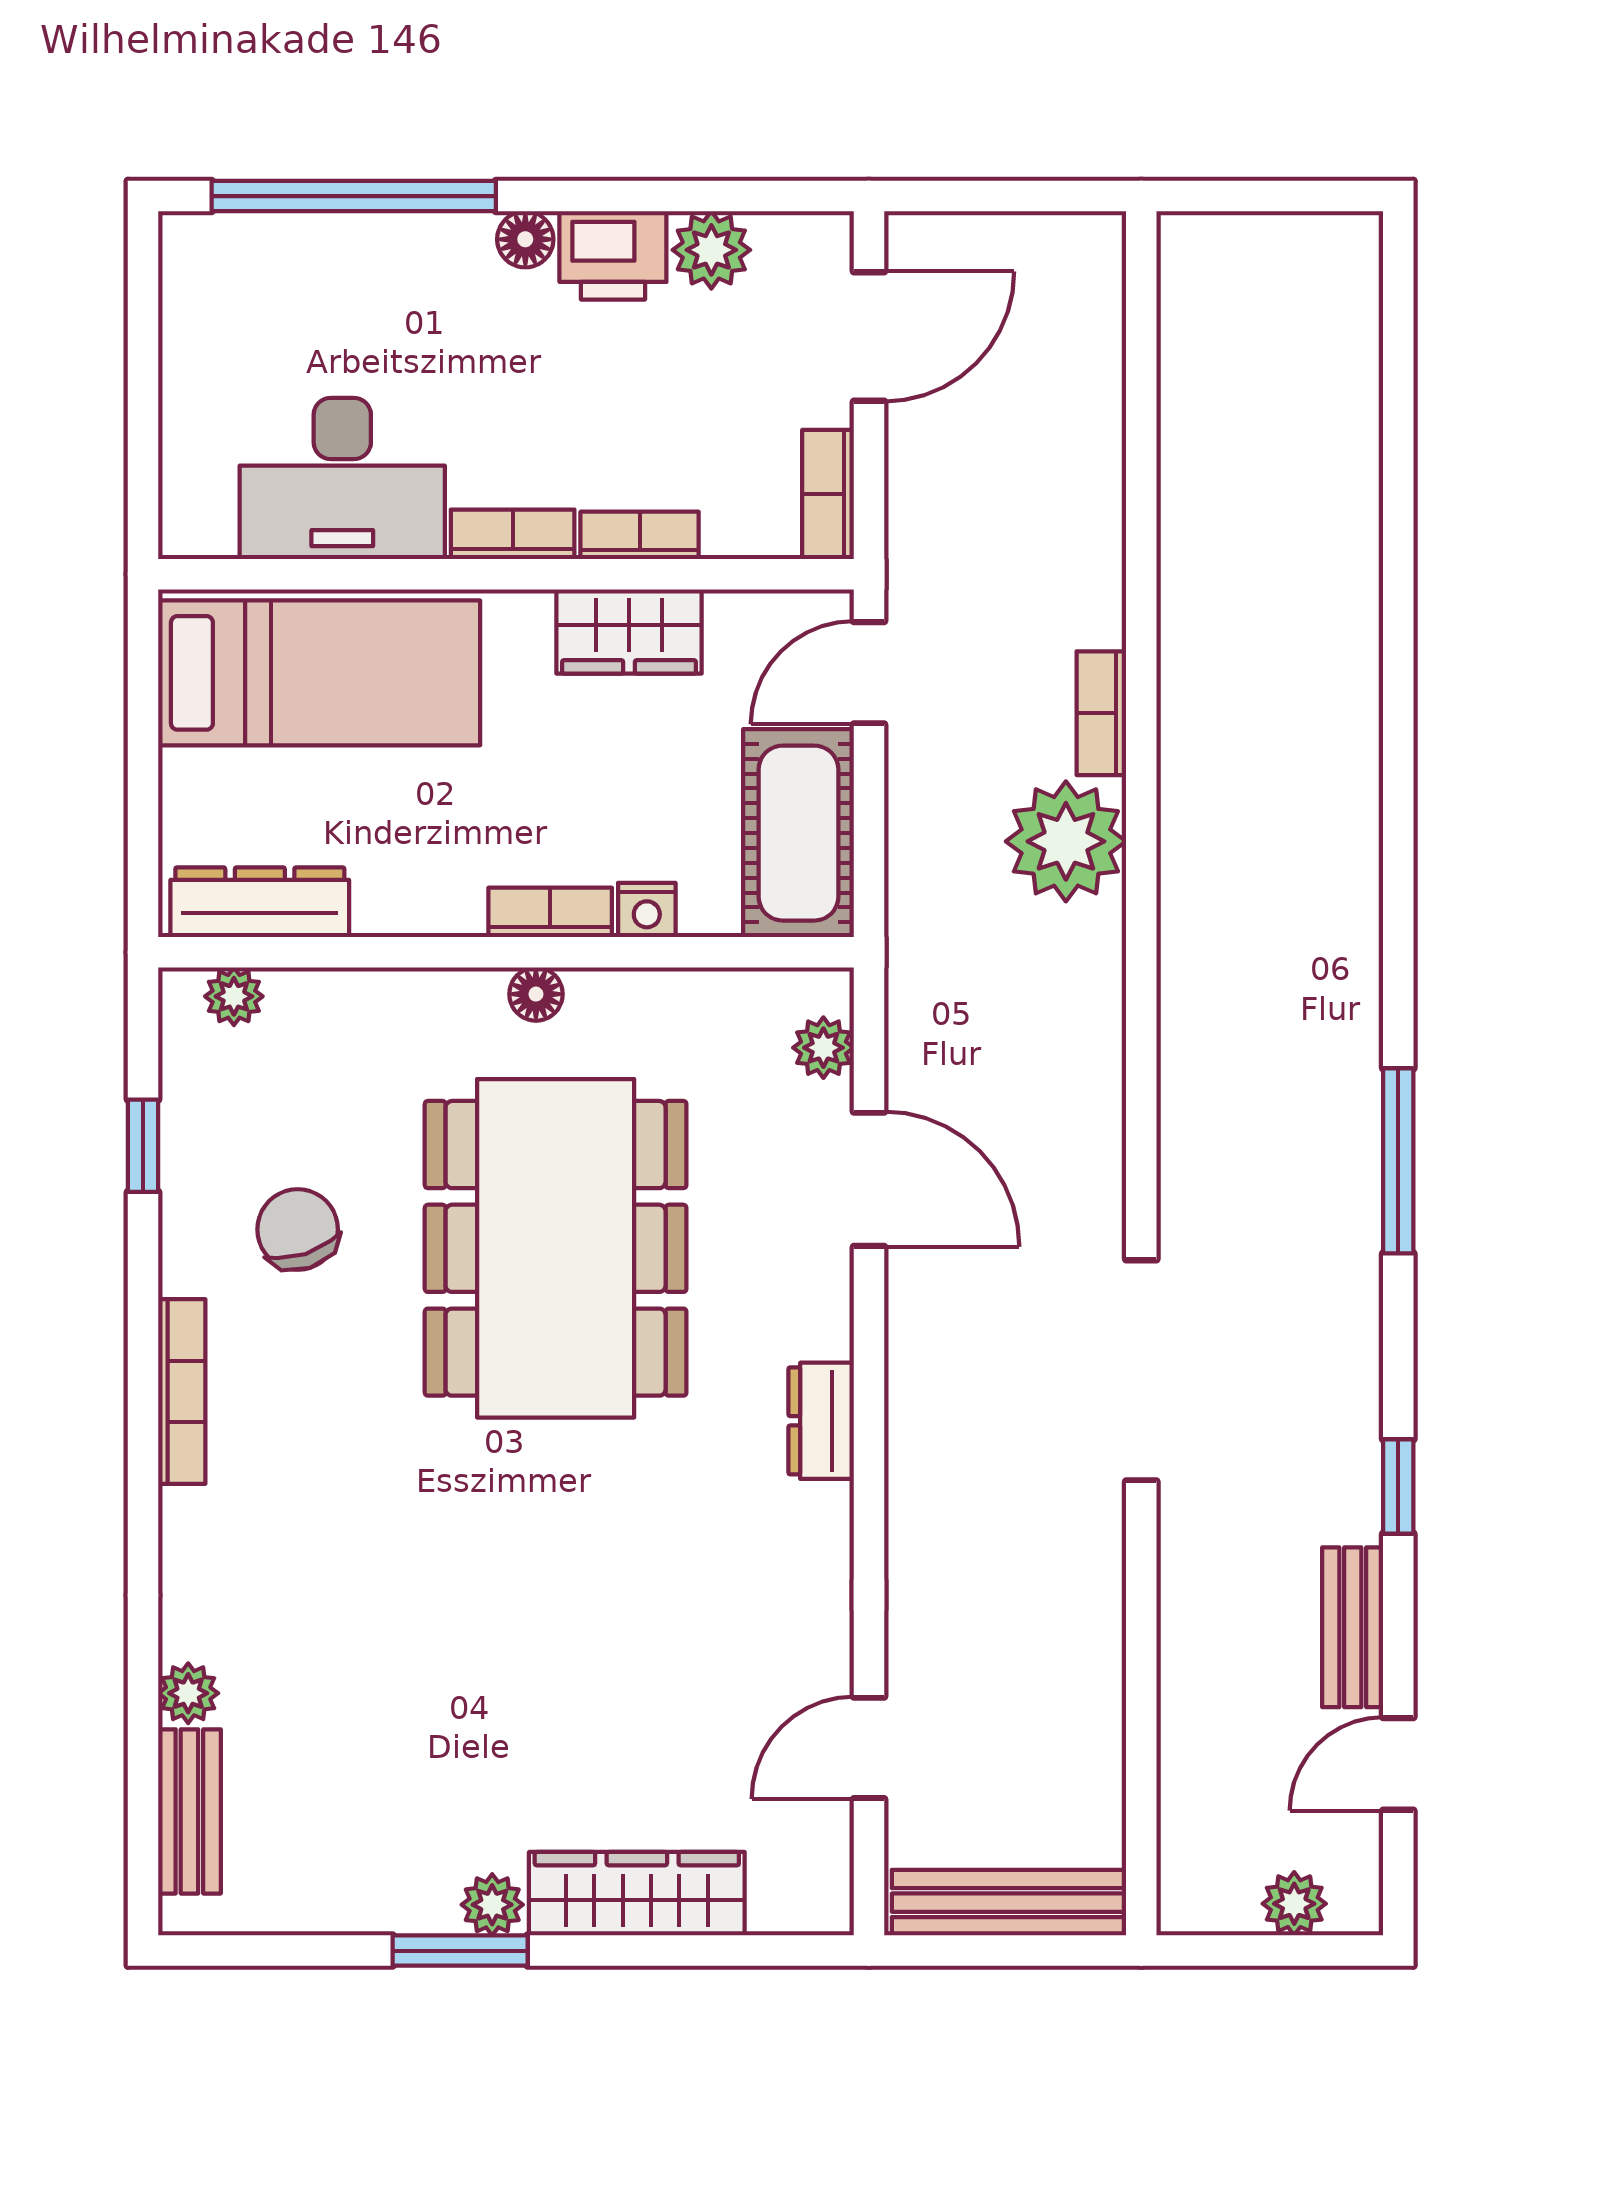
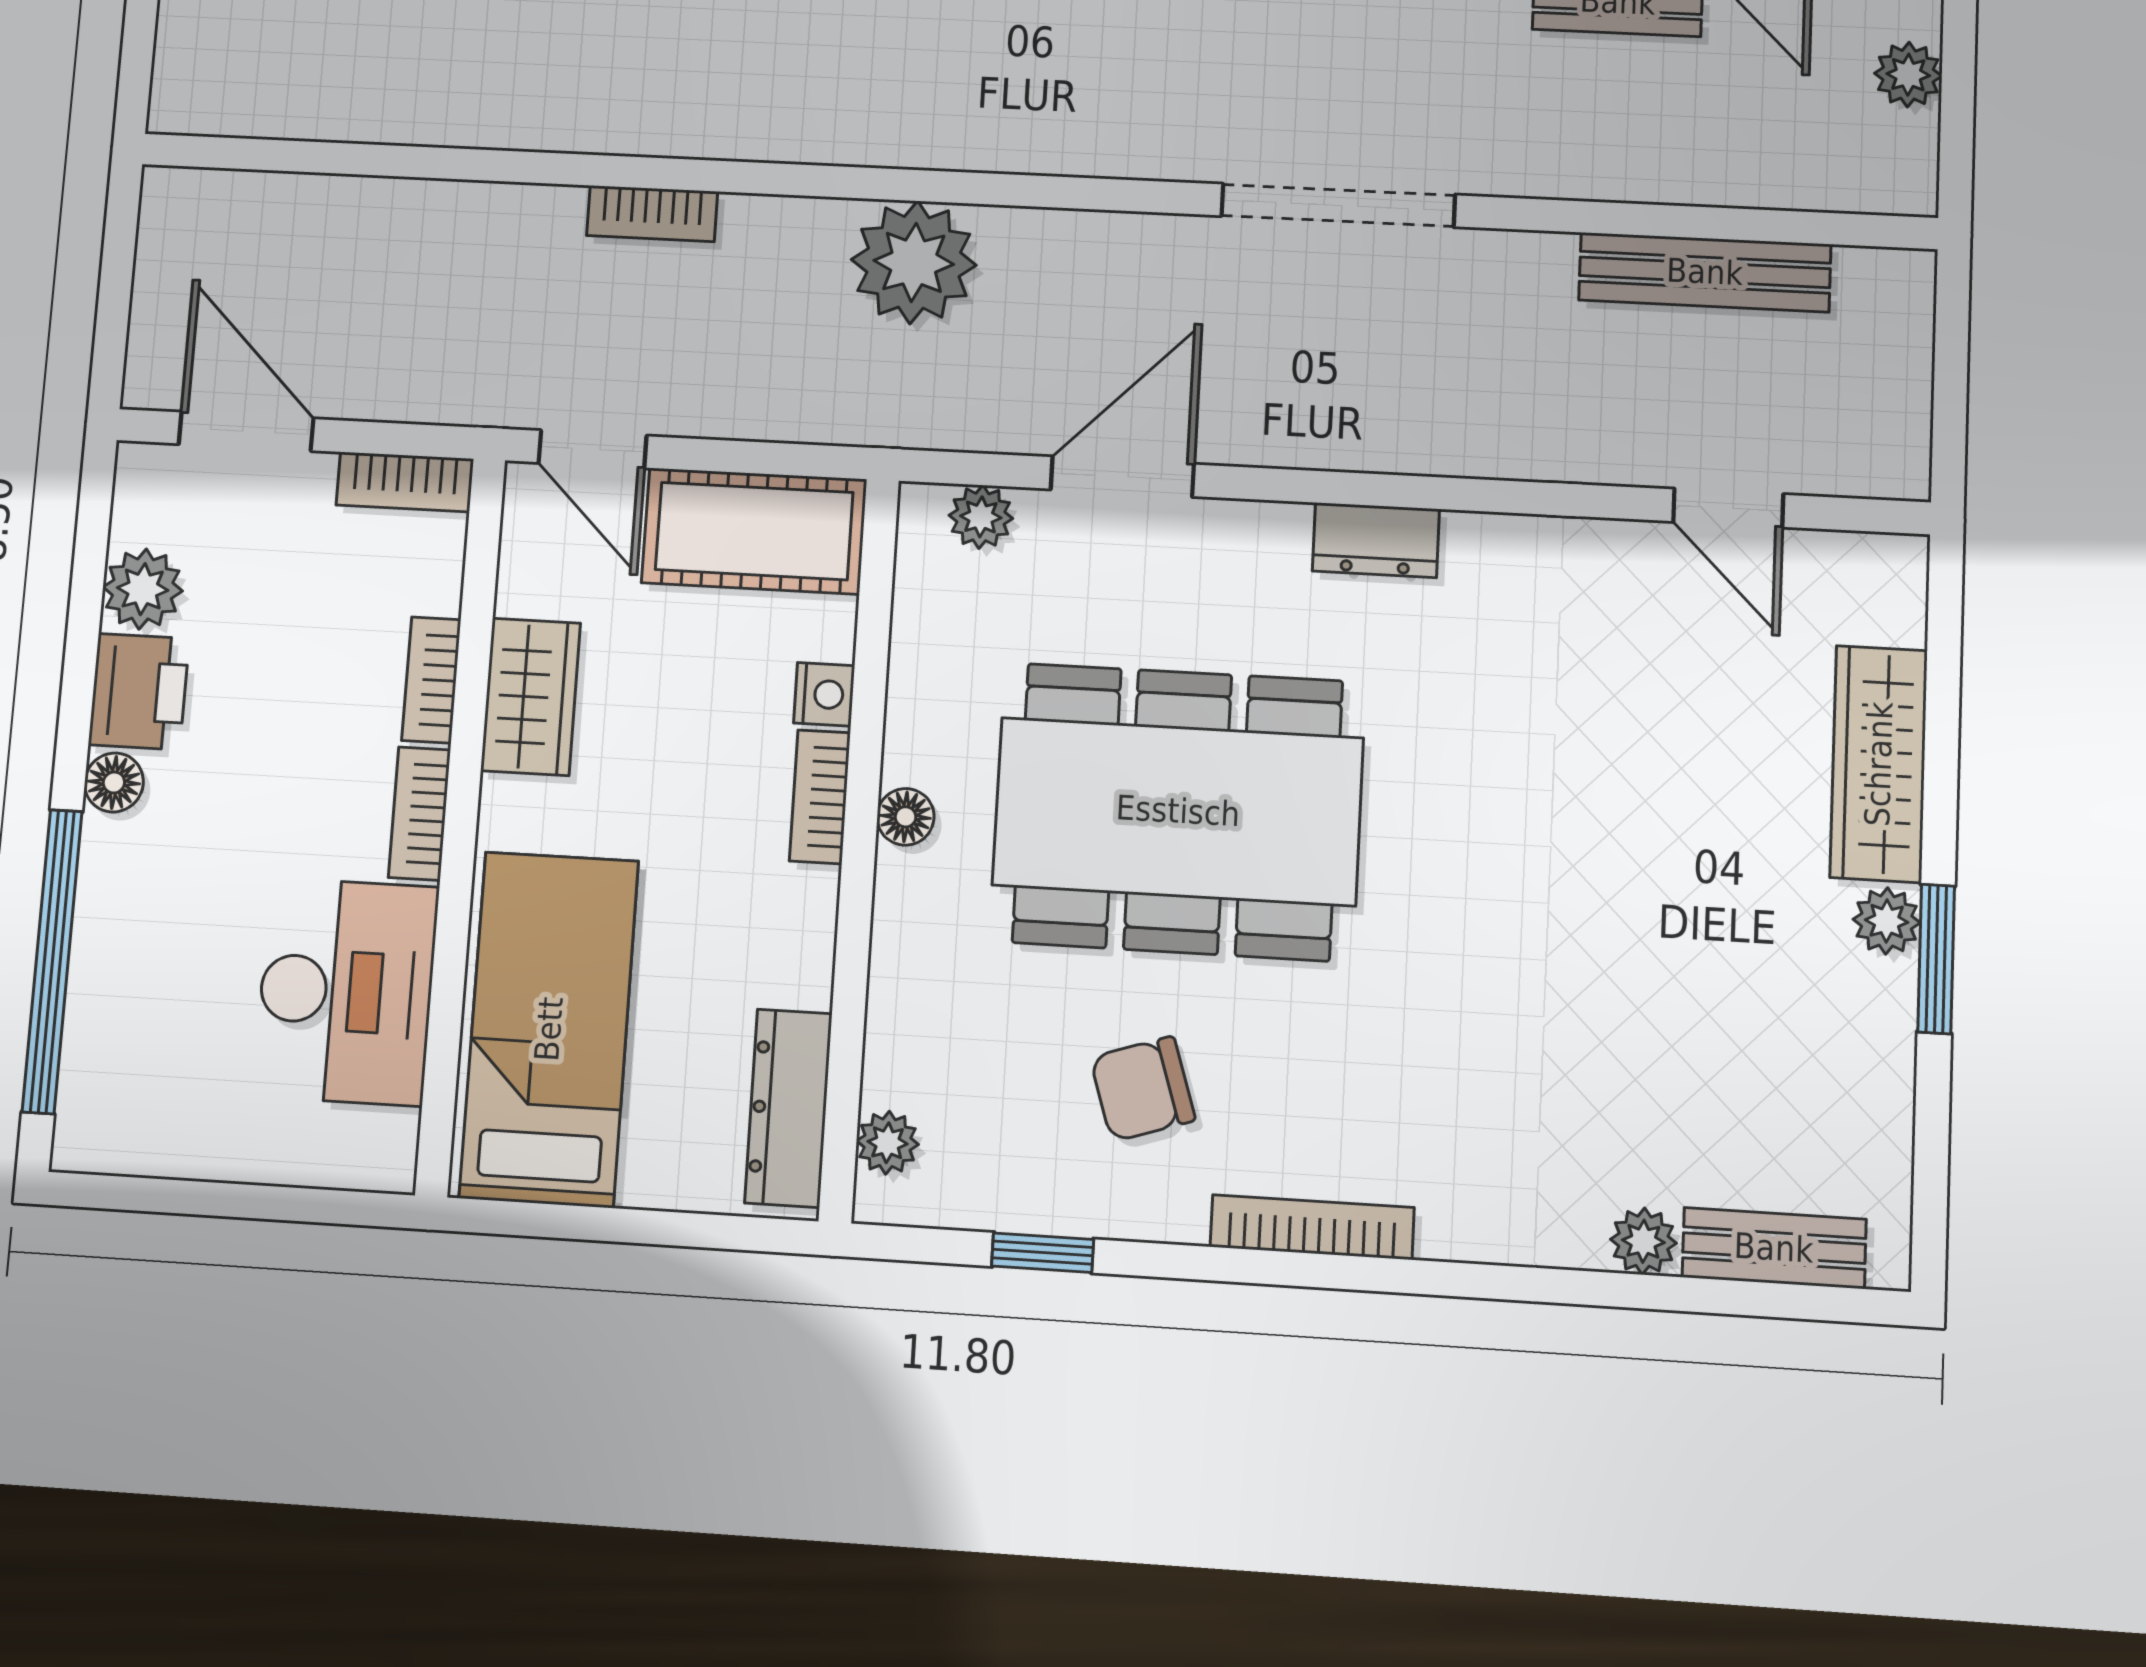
plant: (1066, 841) -> (914, 262), moved
bench: (1009, 1903) -> (1705, 272), moved, turned 90

